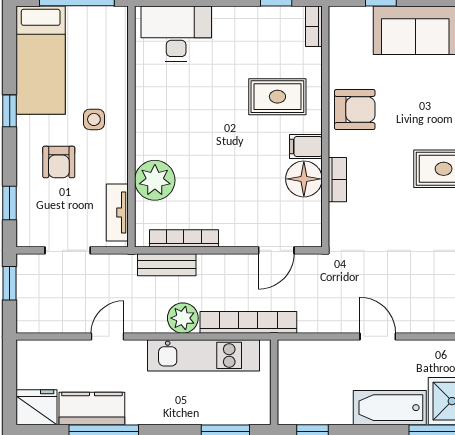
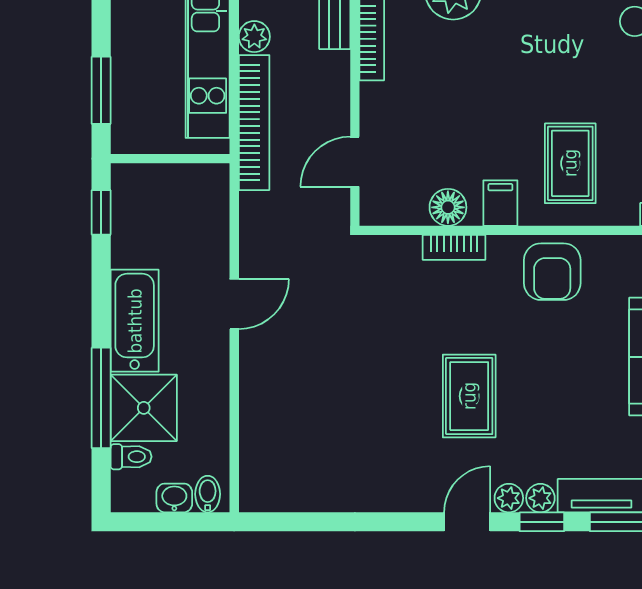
floor lamp: (304, 179) -> (448, 207), width x0.73, depth x0.73
door: (276, 250) -> (355, 162), hinge flipped
plant: (183, 318) -> (254, 37), width x0.73, depth x0.73

